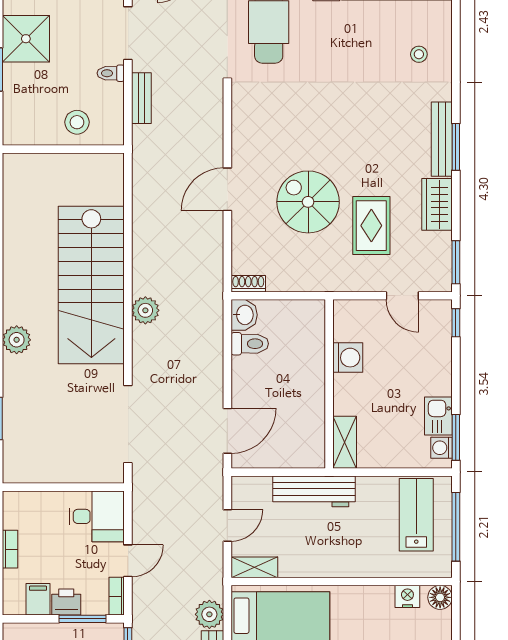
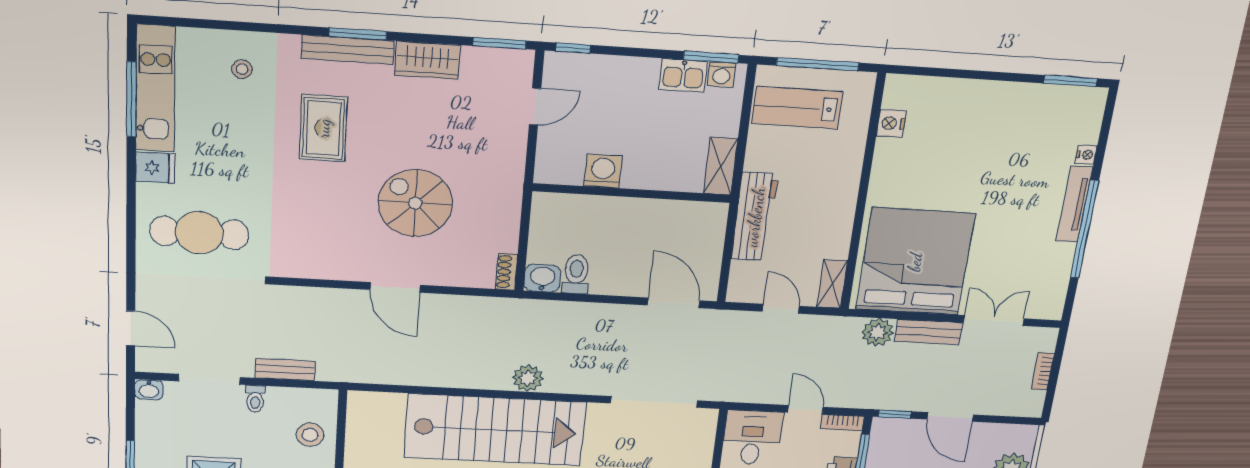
spiral stairs: (308, 202) -> (415, 203), turned 90
rug: (371, 226) -> (323, 128), moved, turned 90
shelving: (345, 442) -> (721, 166), moved, turned 90
floor lamp: (440, 597) -> (898, 87), removed

